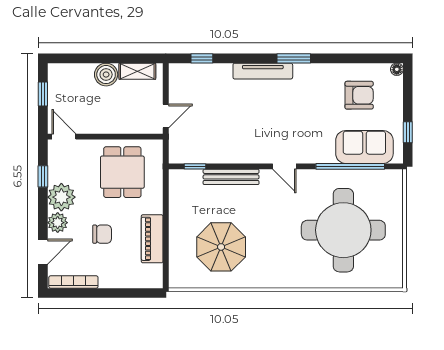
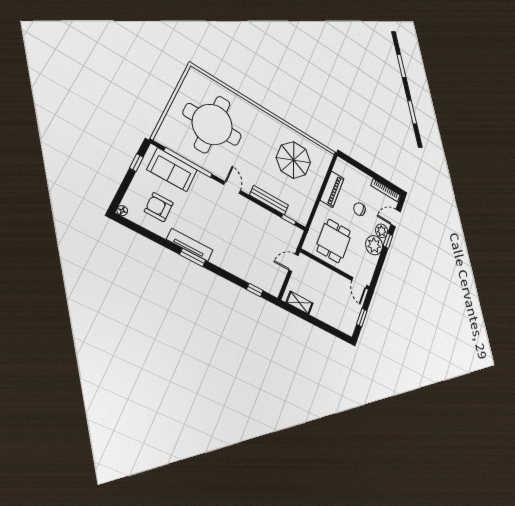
tv unit: (263, 71) -> (190, 245), moved
boiler: (106, 75) -> (320, 311), removed
window: (43, 176) -> (388, 241), moved

